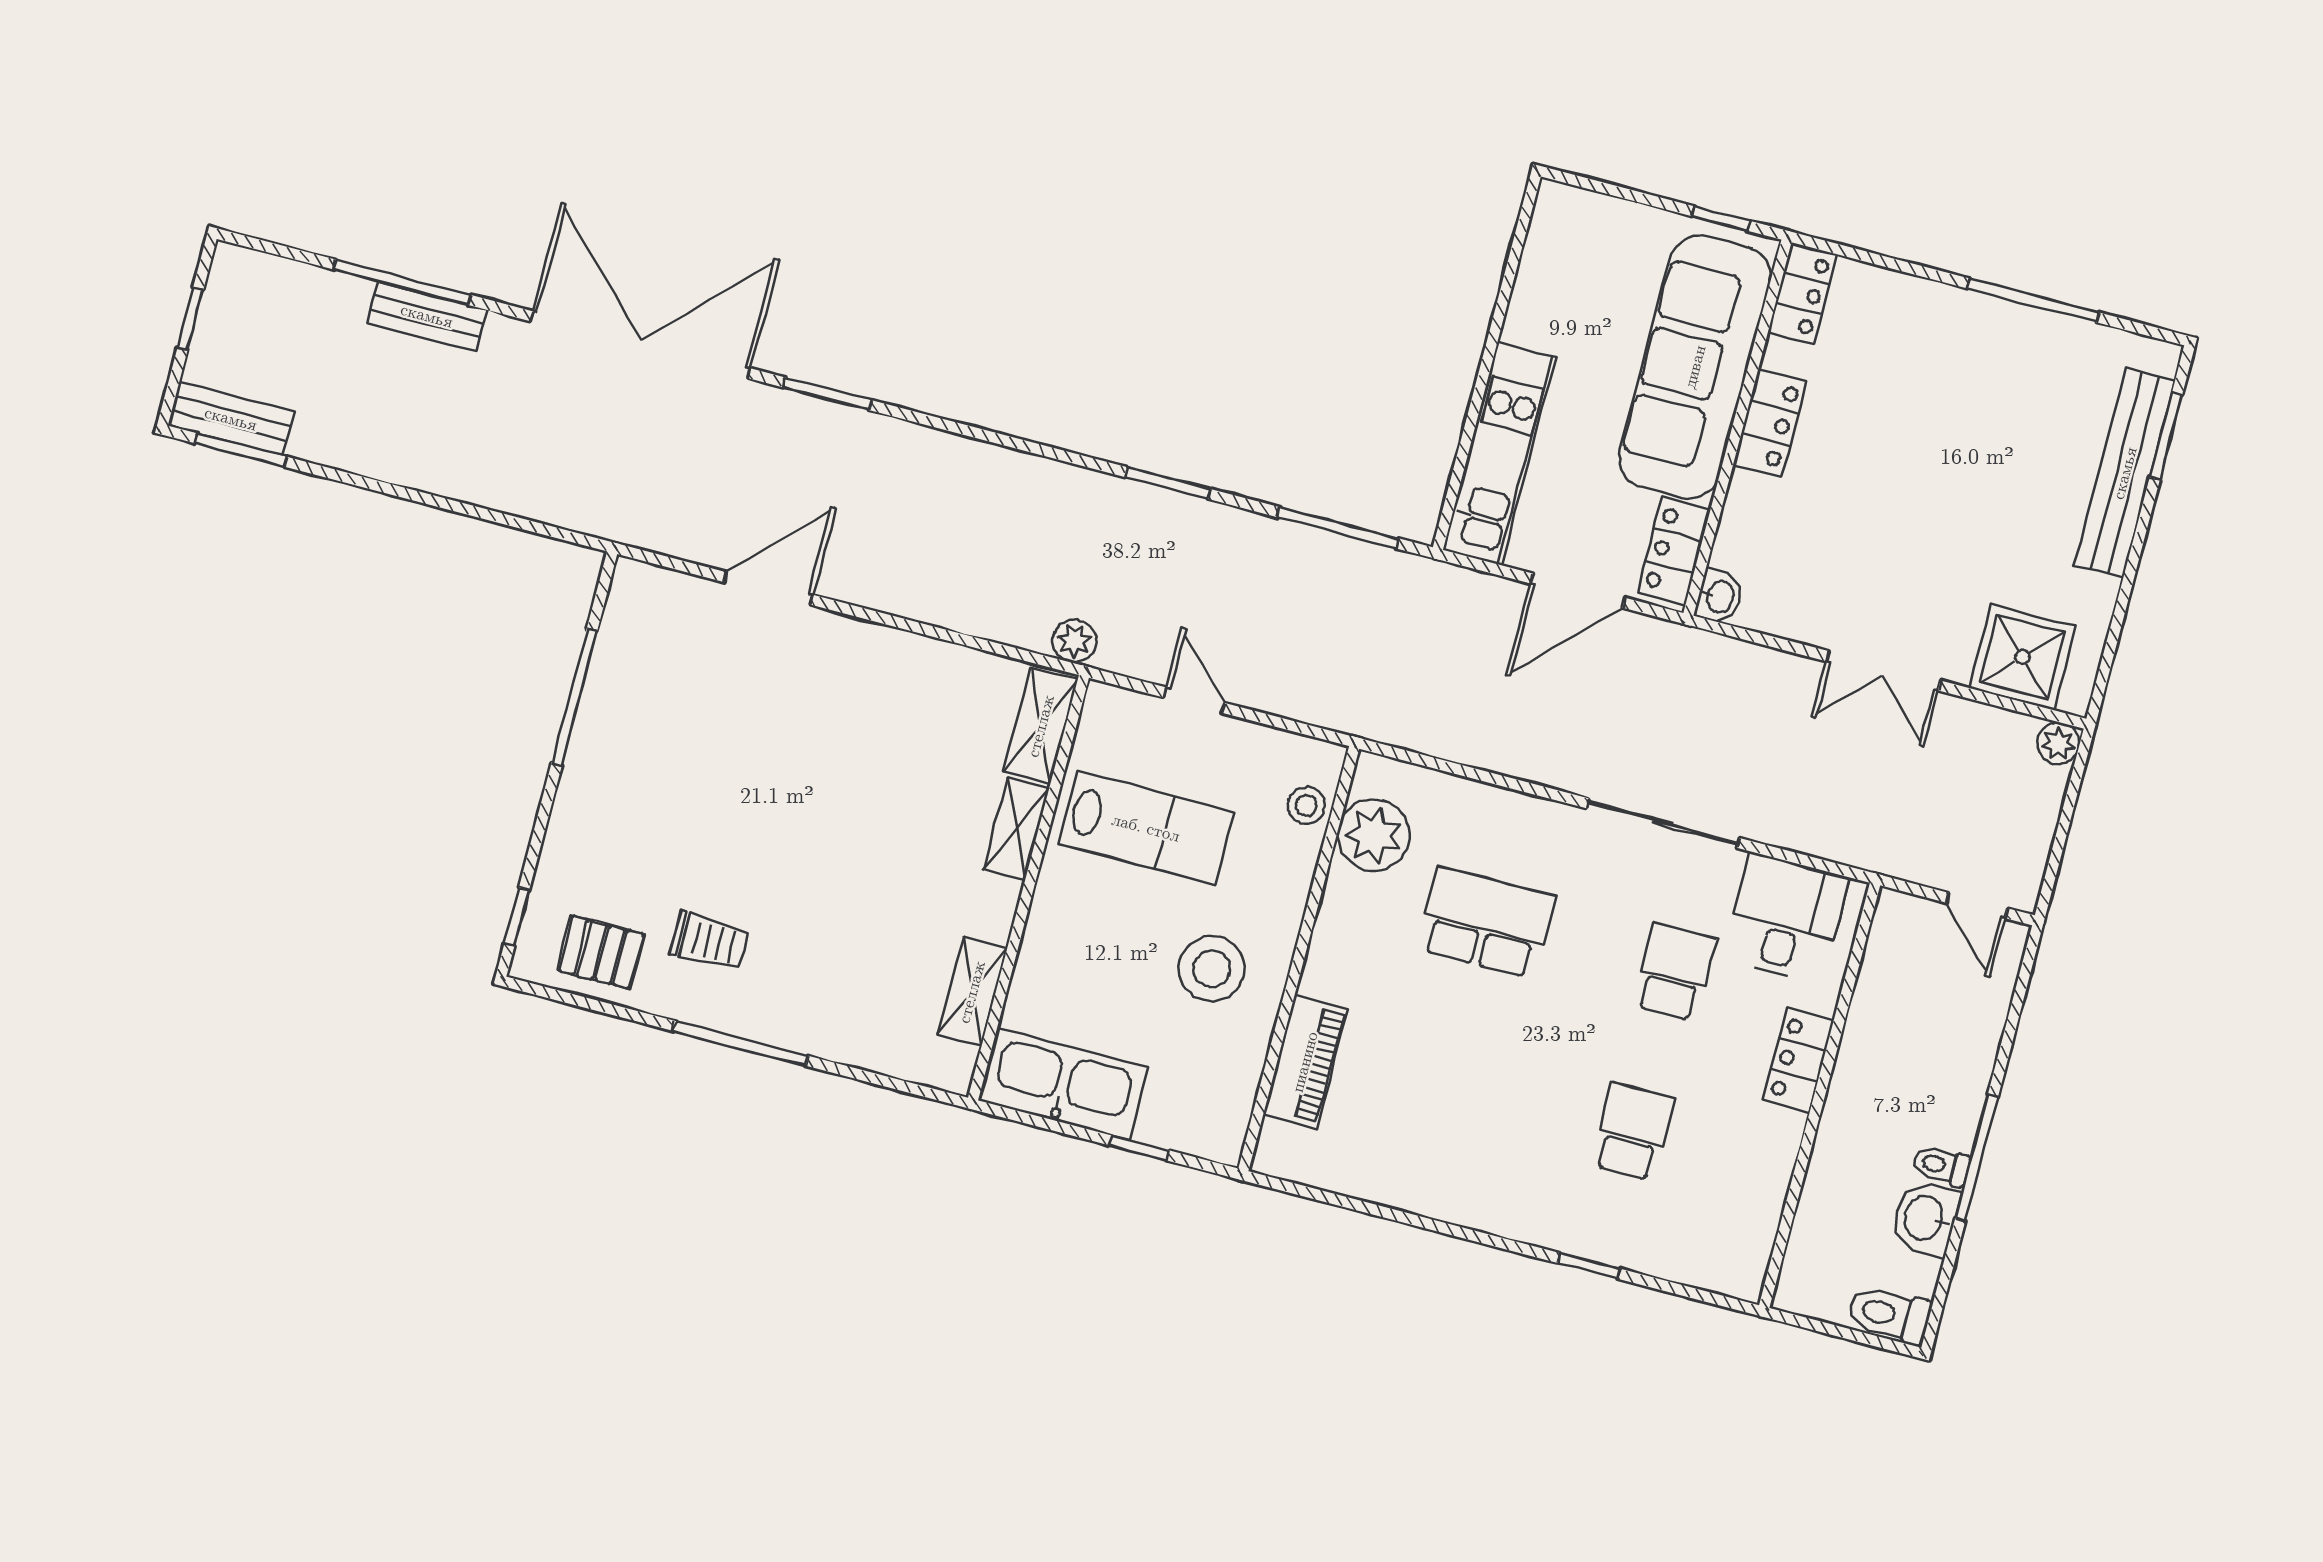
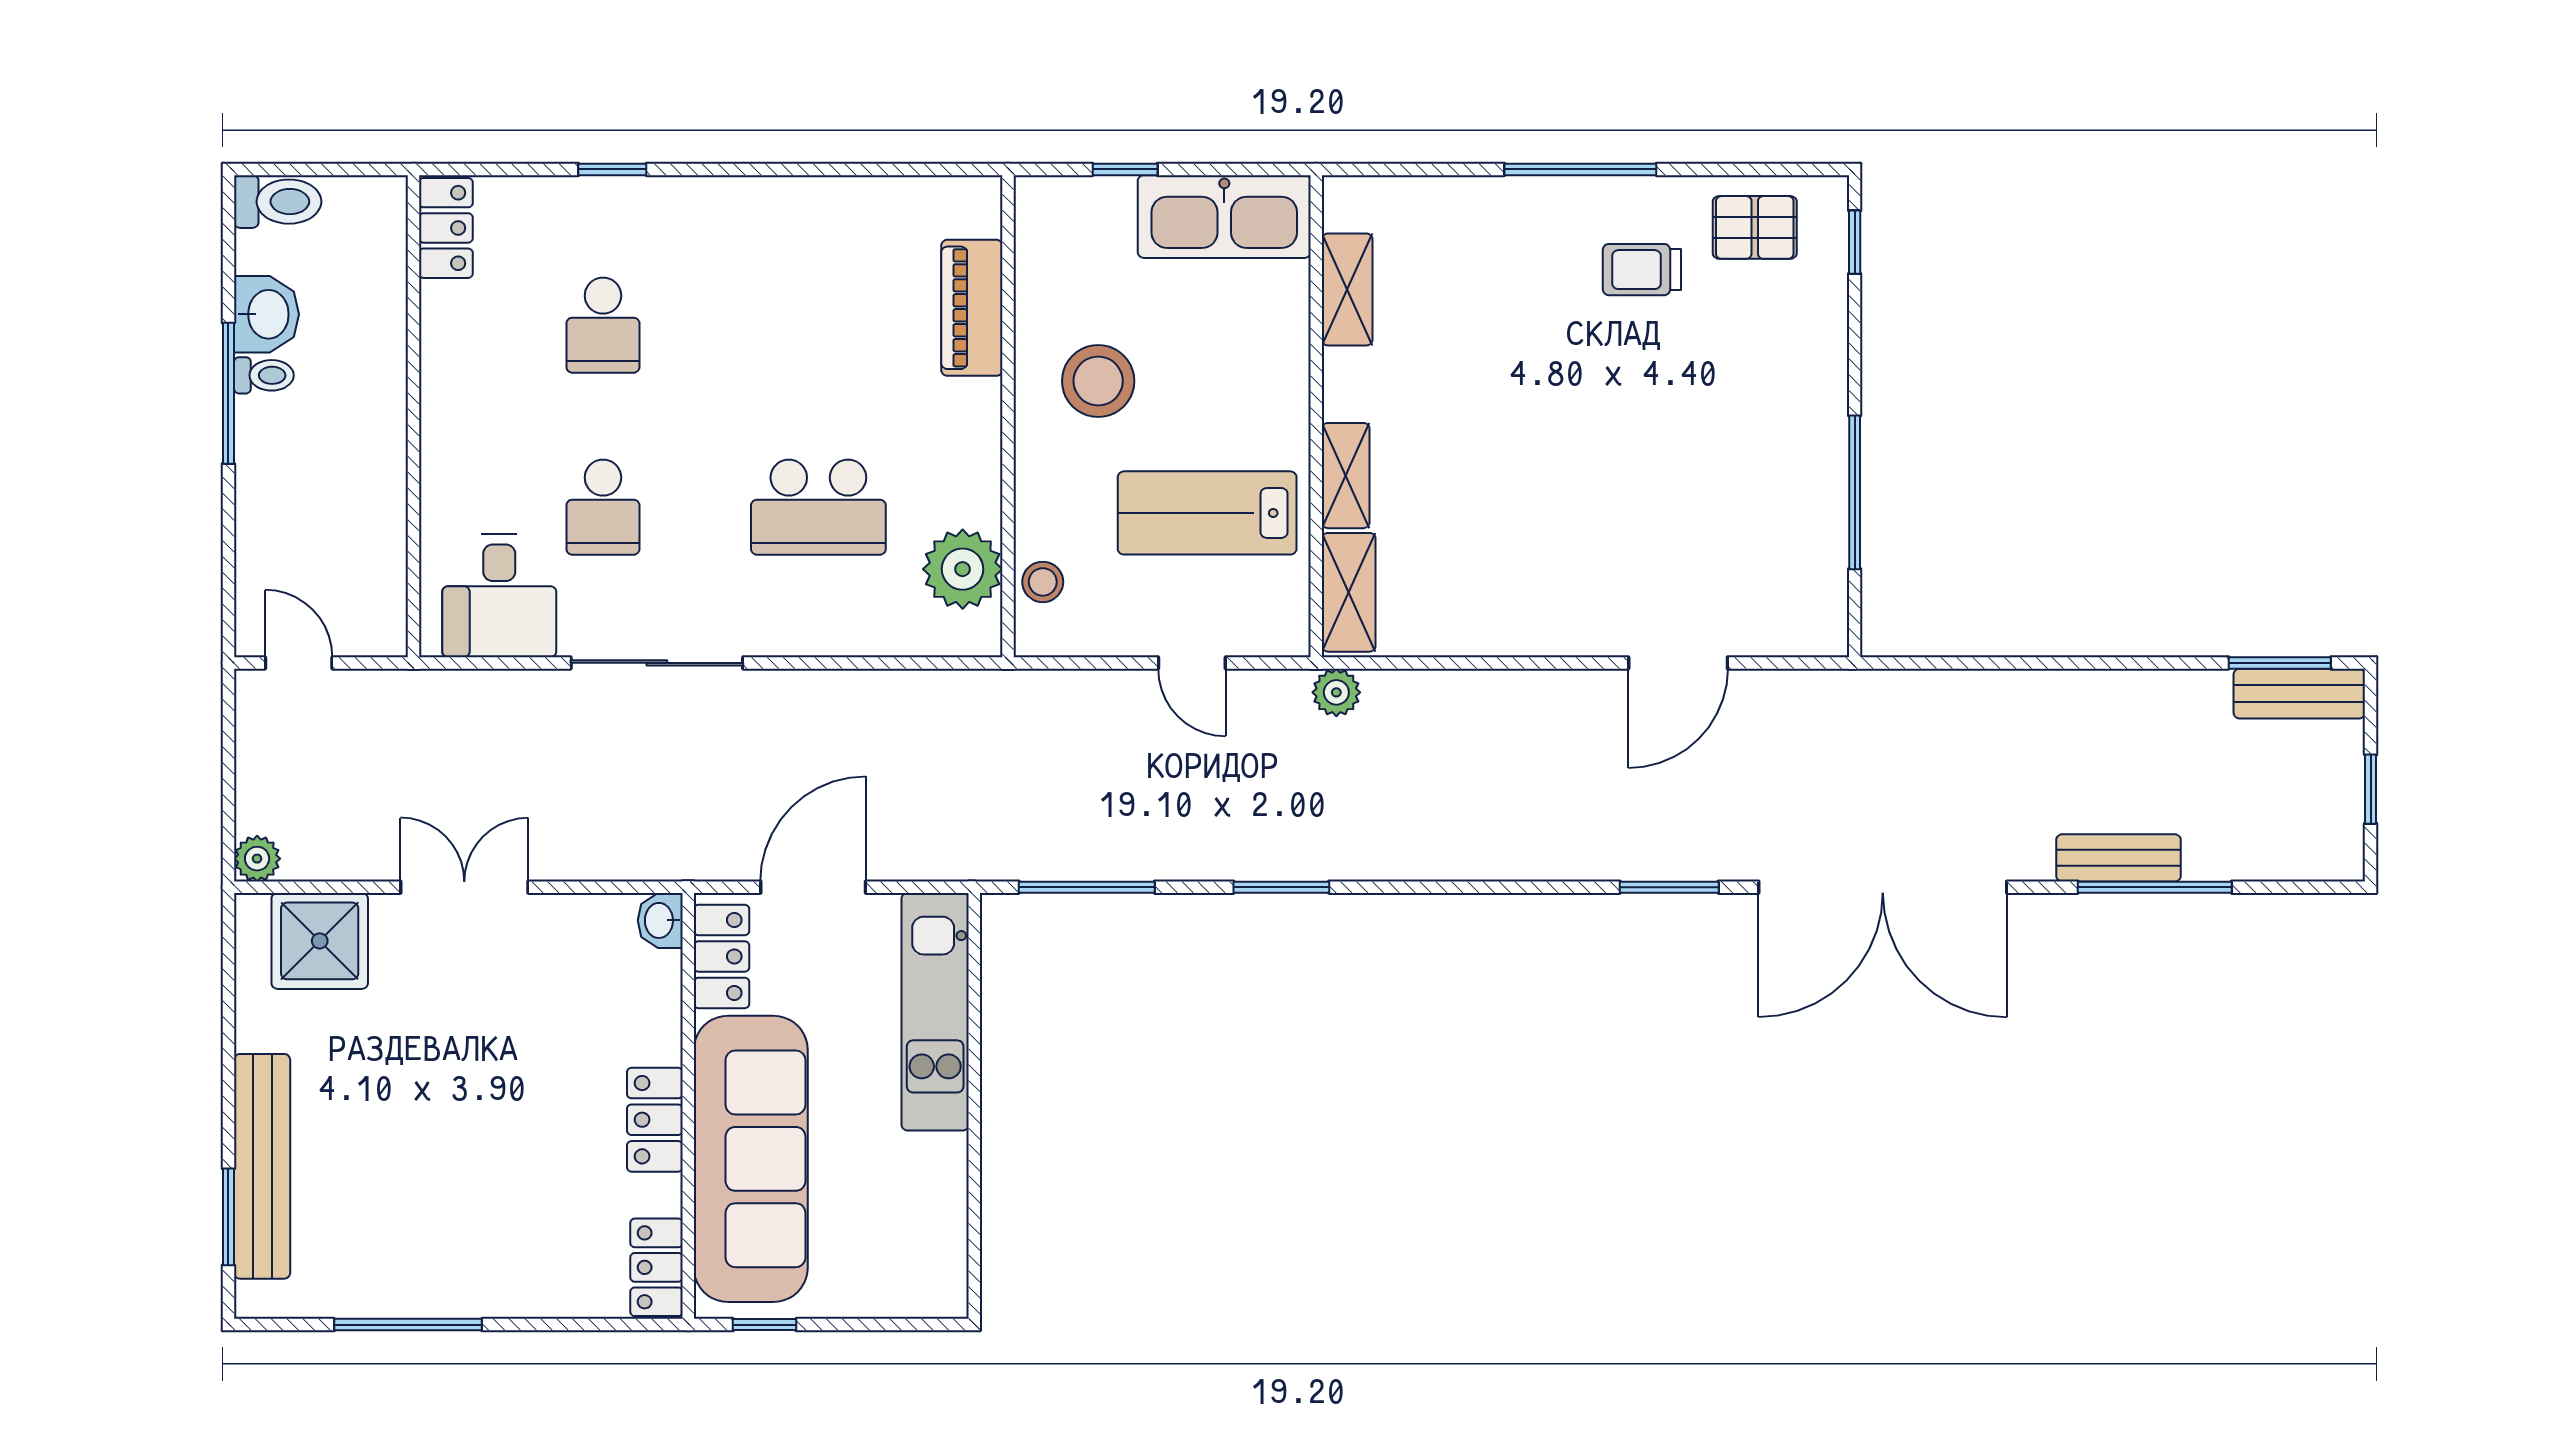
locker: (1798, 1060) -> (446, 228), moved

